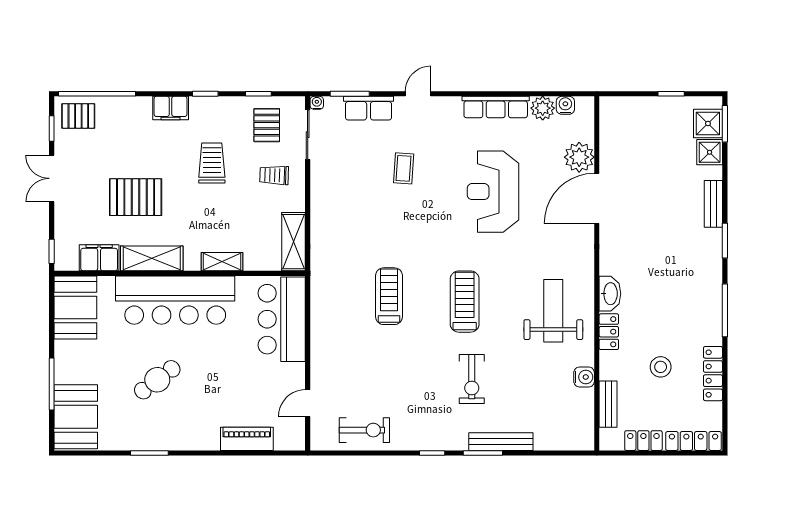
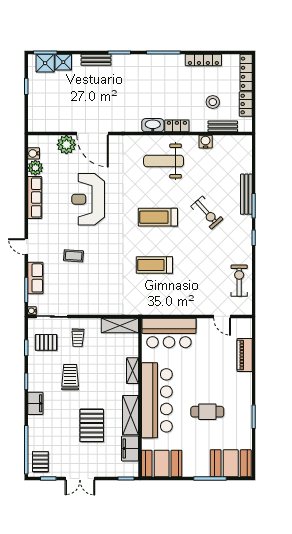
trolley: (212, 163) -> (70, 377), turned 90
reception desk: (493, 192) -> (88, 199), turned 90
stool: (661, 367) -> (213, 102), moved
exercise bike: (472, 379) -> (207, 213), turned 48
cafe table: (157, 380) -> (207, 412), turned -53

